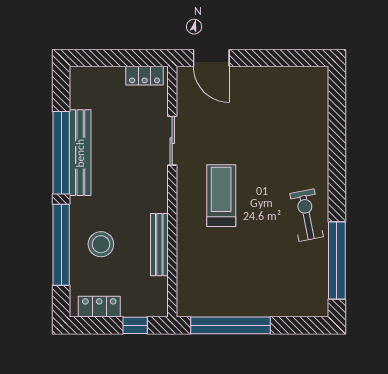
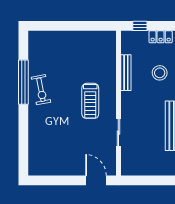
locker: (145, 76) -> (134, 170), removed
window: (337, 261) -> (23, 82), moved
window: (231, 325) -> (85, 26), removed

